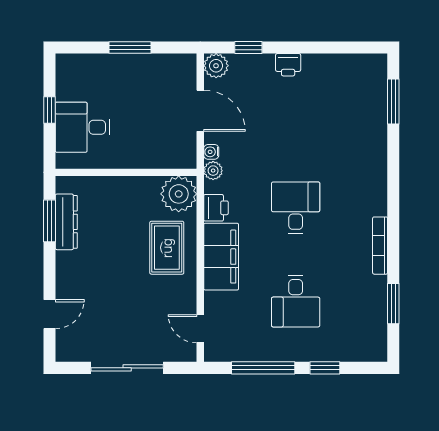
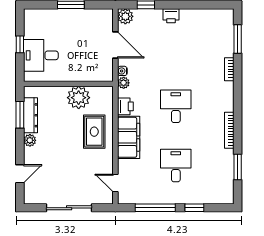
bookcase: (380, 149) -> (229, 69), added
plant: (179, 194) -> (79, 98), moved
plant: (65, 261) -> (30, 140), added
desk: (296, 301) -> (176, 165), turned 180

